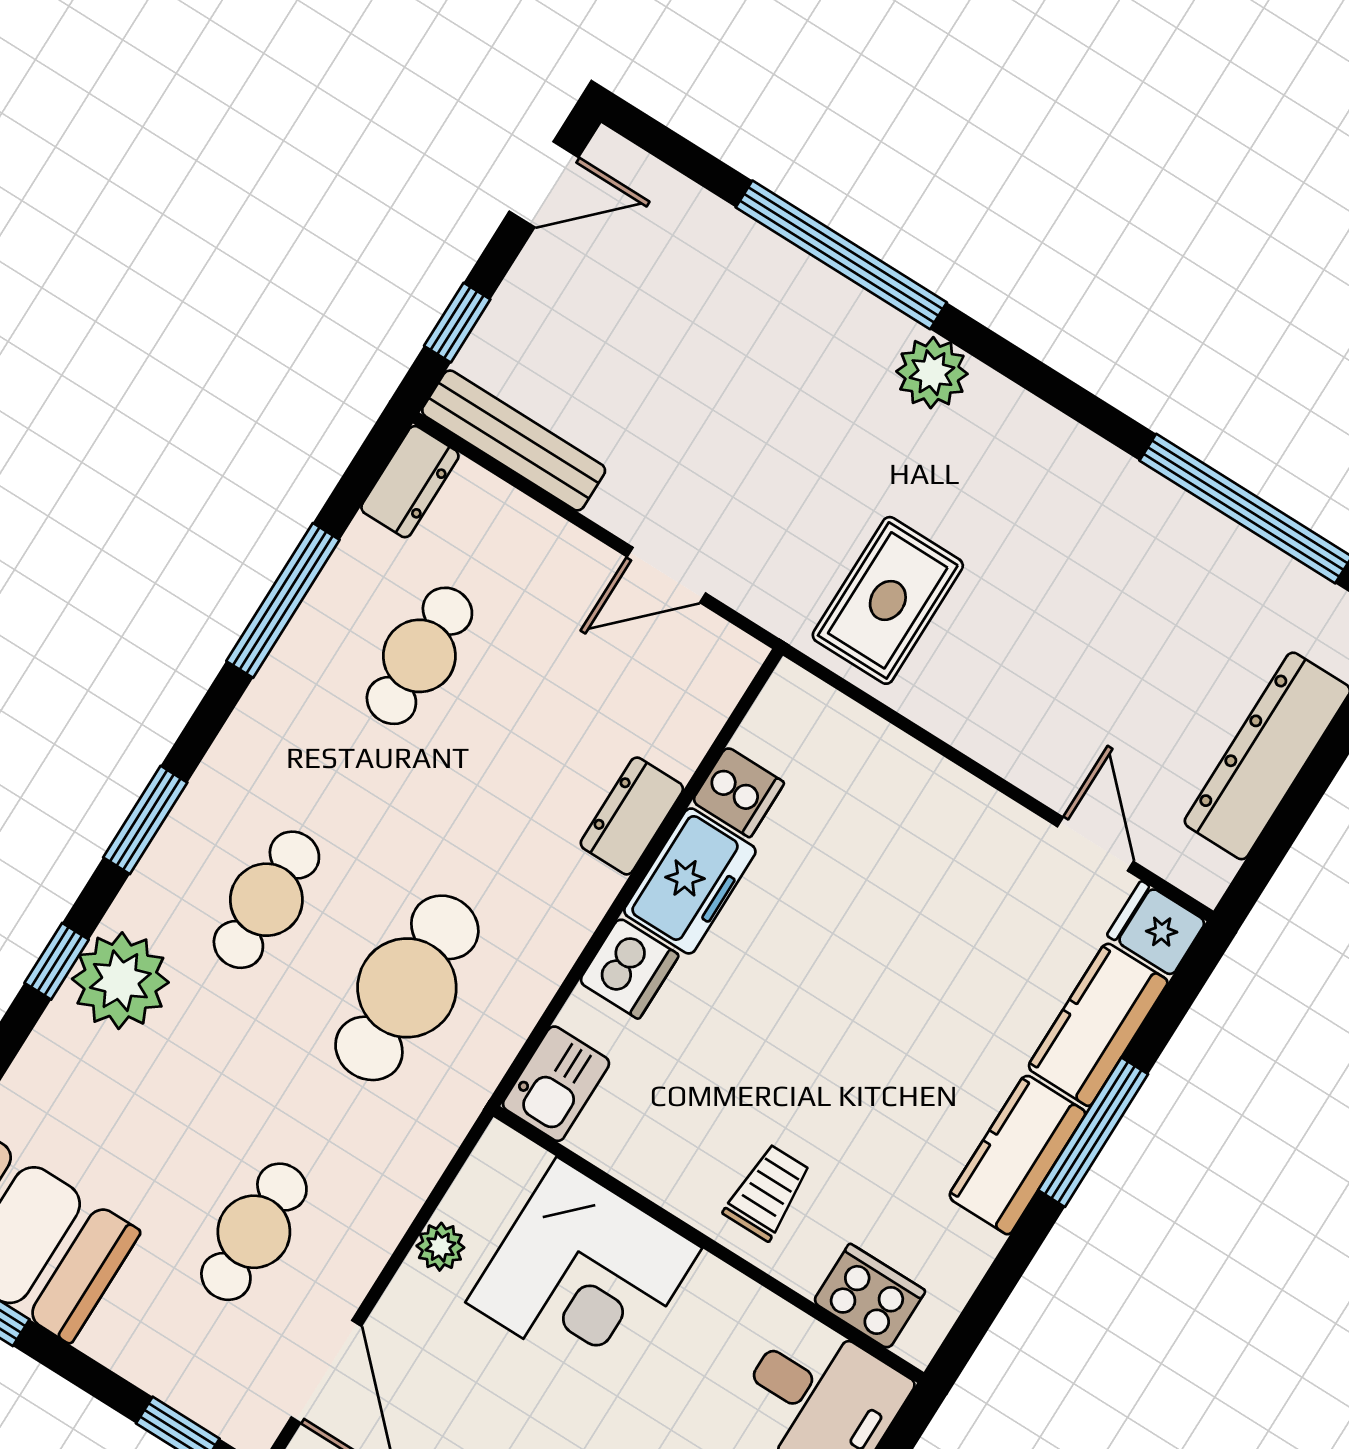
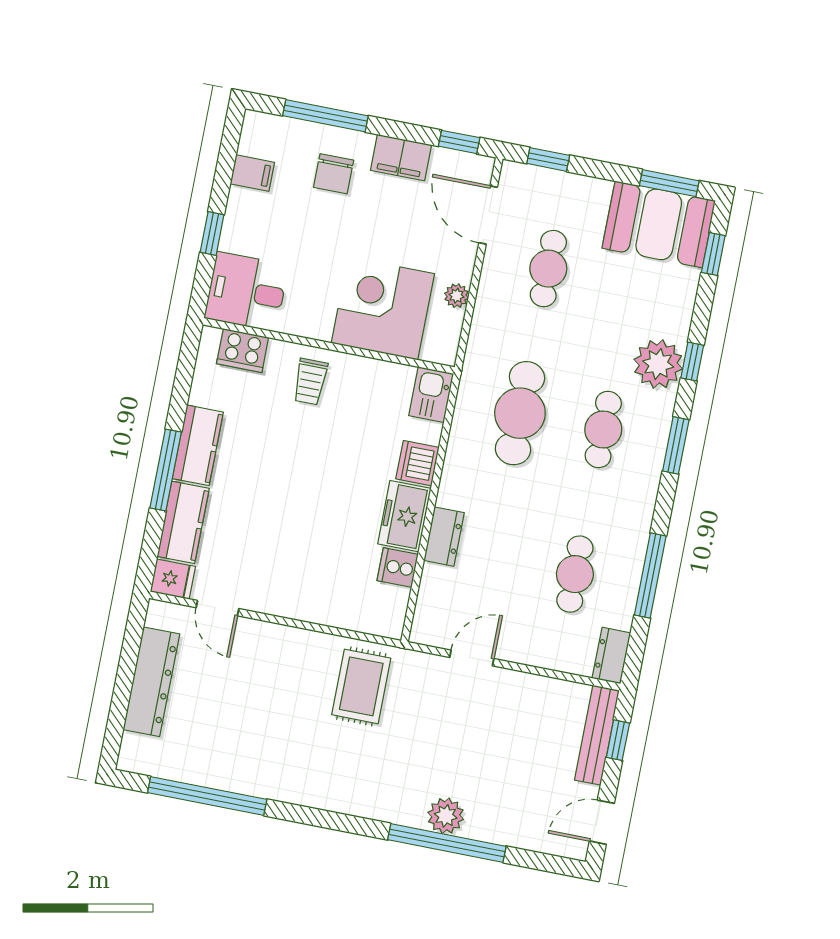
plant: (932, 373) -> (446, 816), moved
bench: (514, 440) -> (597, 735), moved, turned 90

